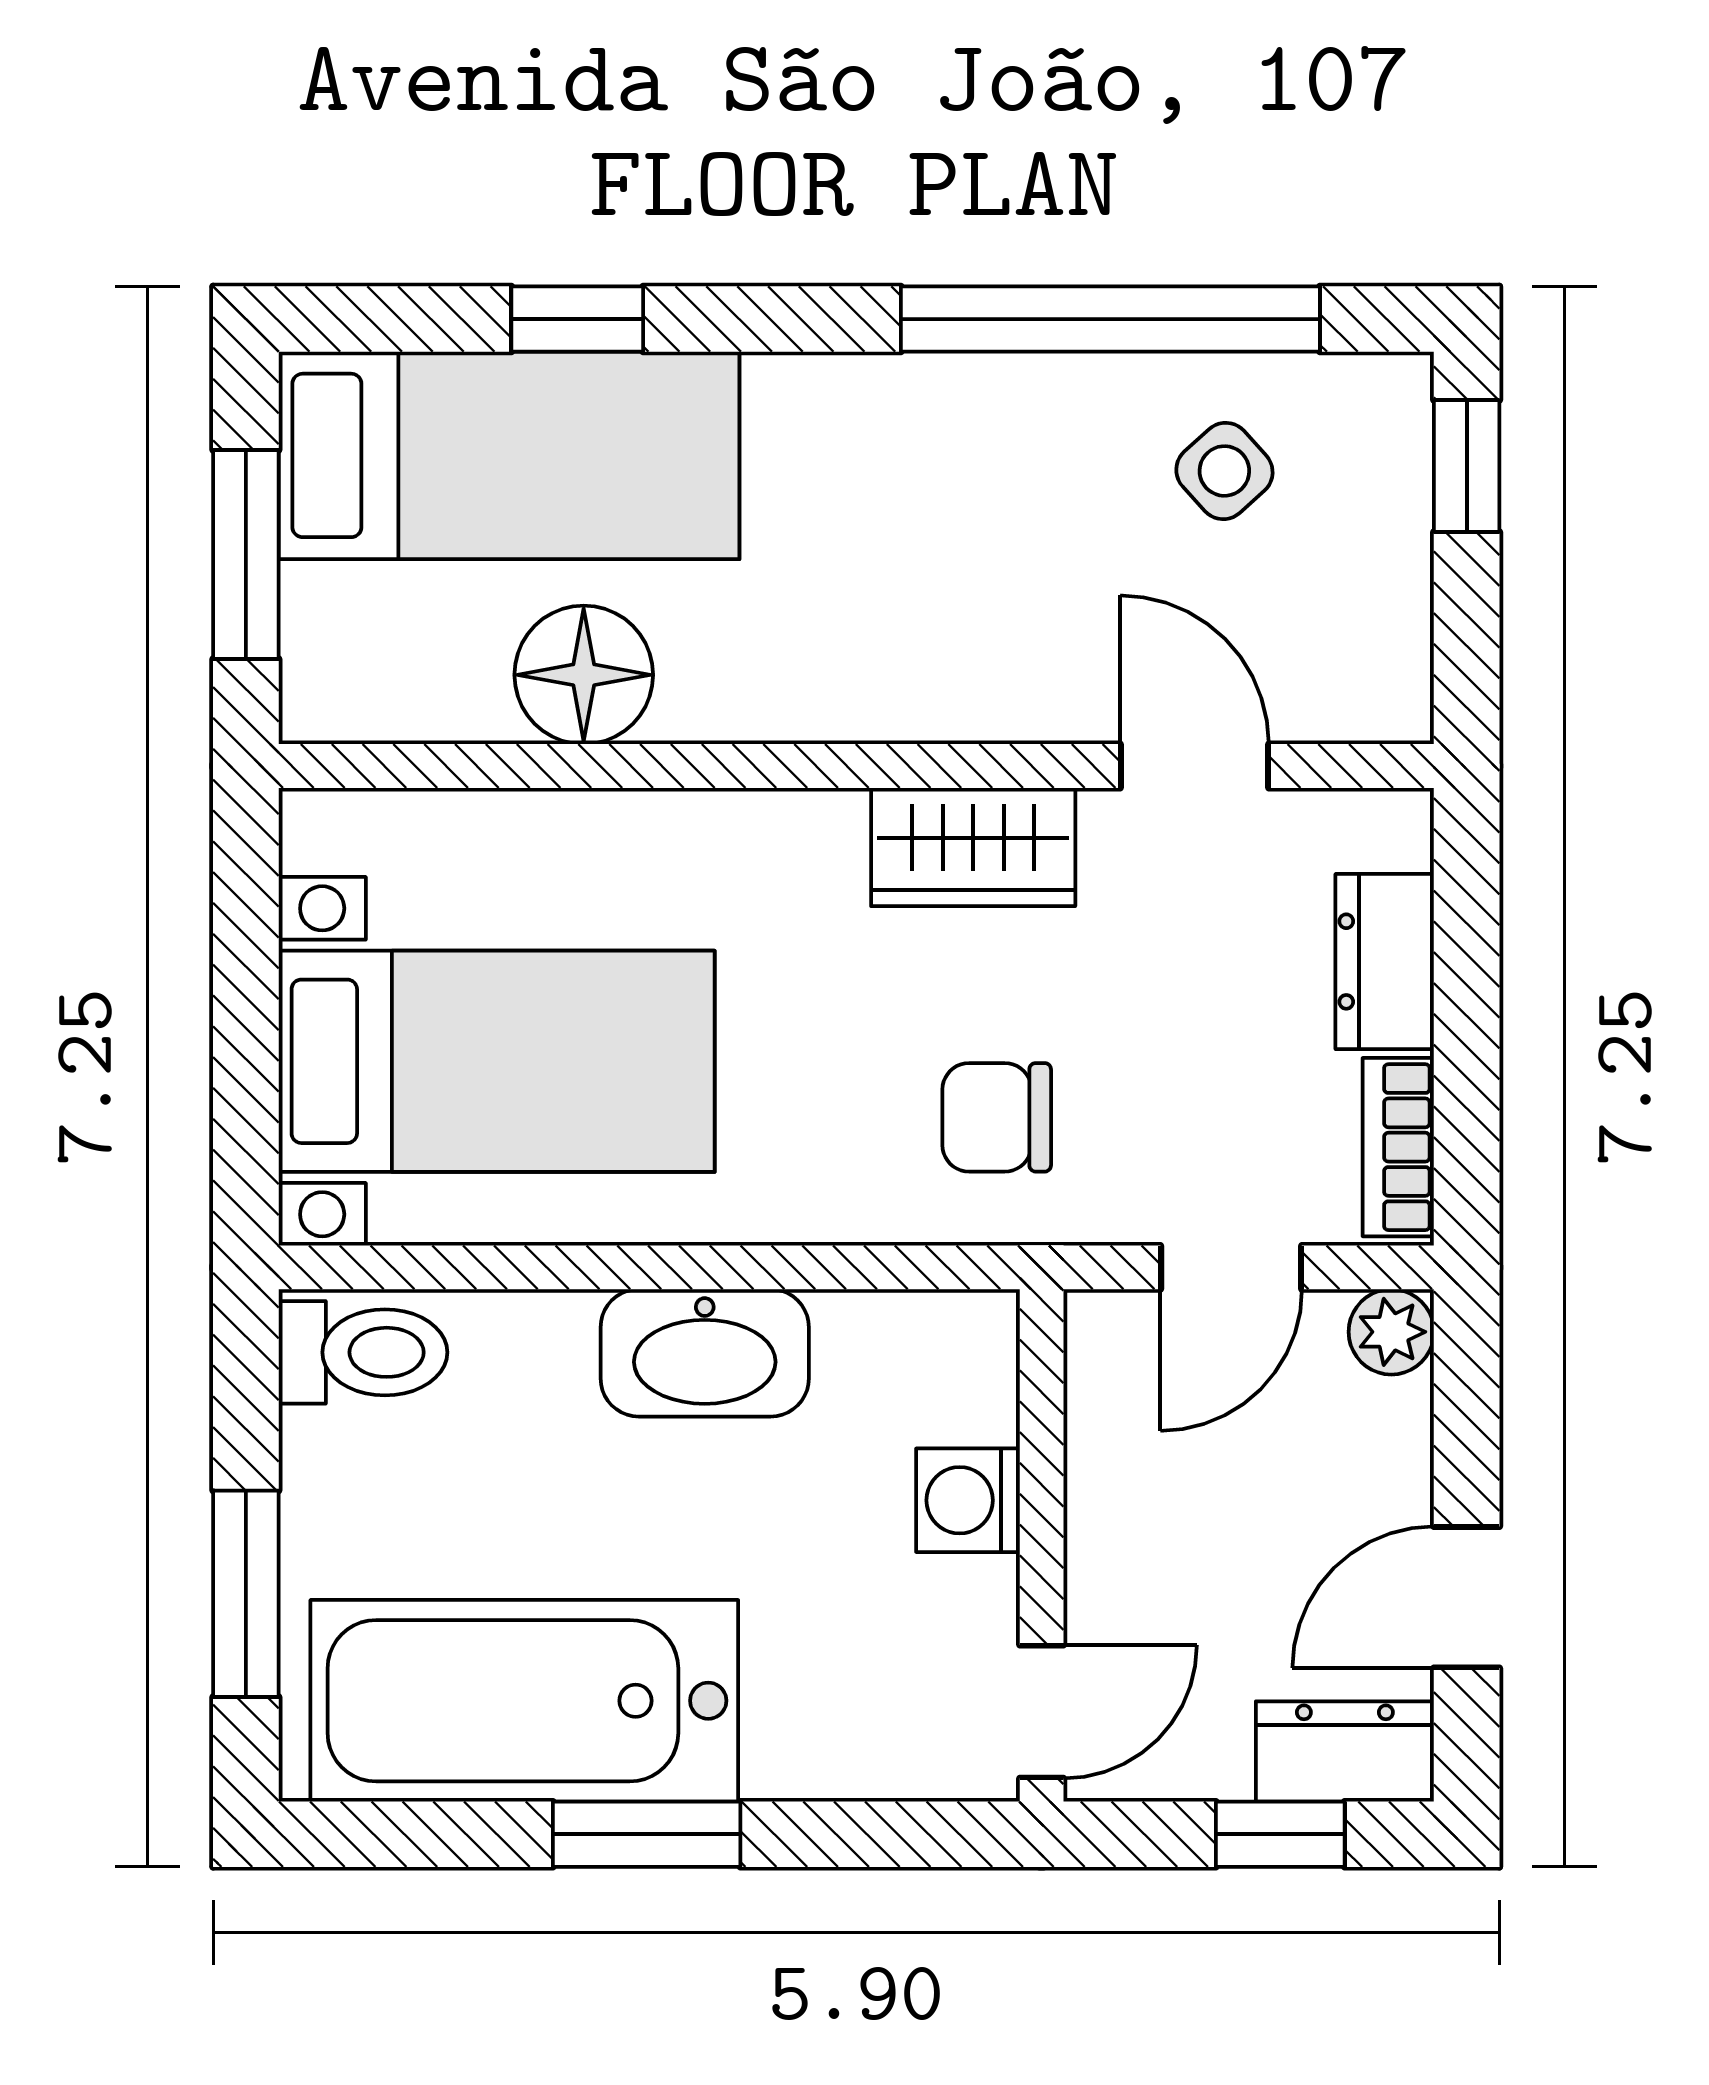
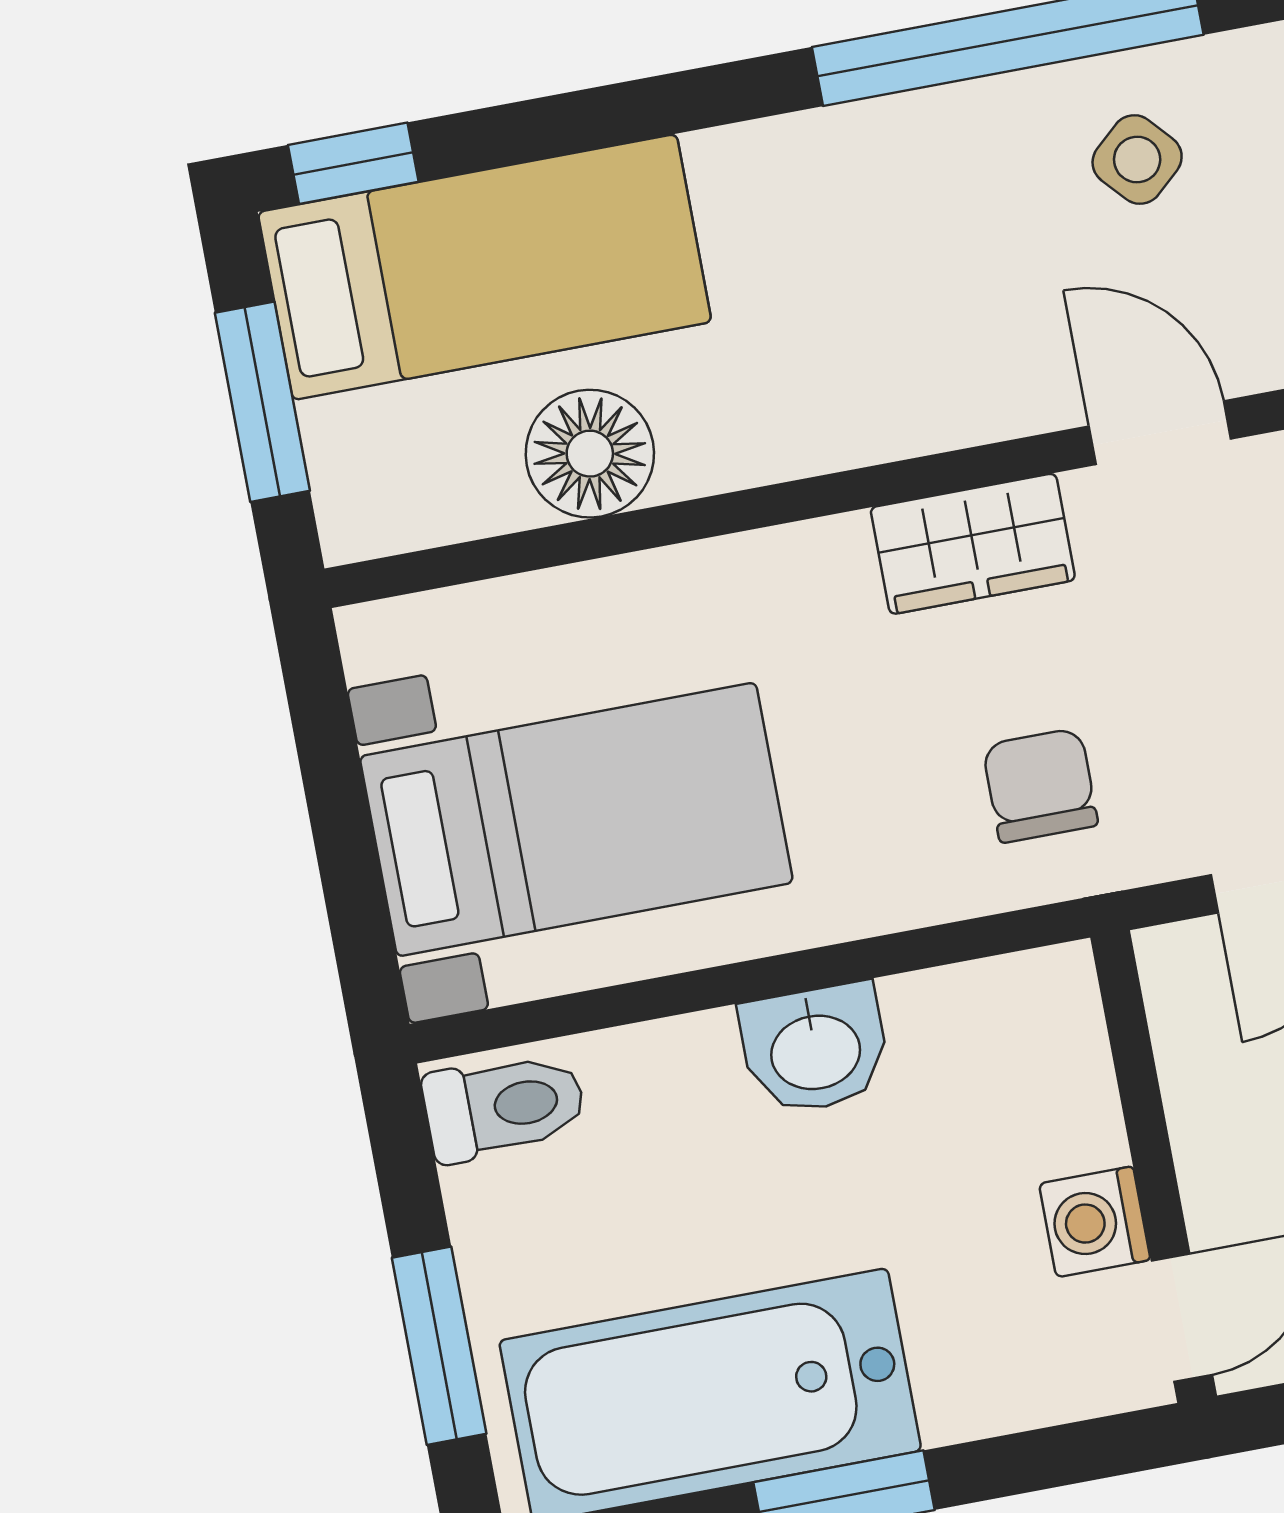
window: (577, 319) -> (353, 163), moved
chair: (997, 1117) -> (1040, 785), turned 90
washbasin: (705, 1353) -> (815, 1049), width x0.72
washing machine: (968, 1500) -> (1095, 1222), moved

